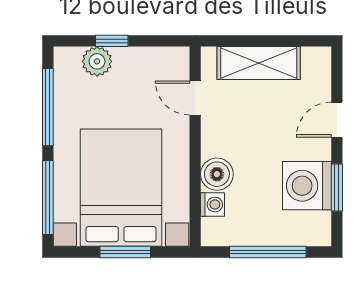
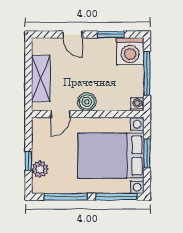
boiler: (217, 174) -> (87, 102), moved
washing machine: (307, 186) -> (130, 51), moved
washing machine: (212, 204) -> (137, 104), moved

